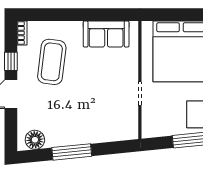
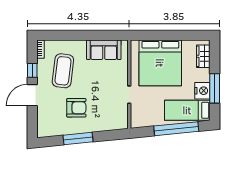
armchair: (70, 111) -> (76, 108), added
floor lamp: (35, 140) -> (50, 129), removed

